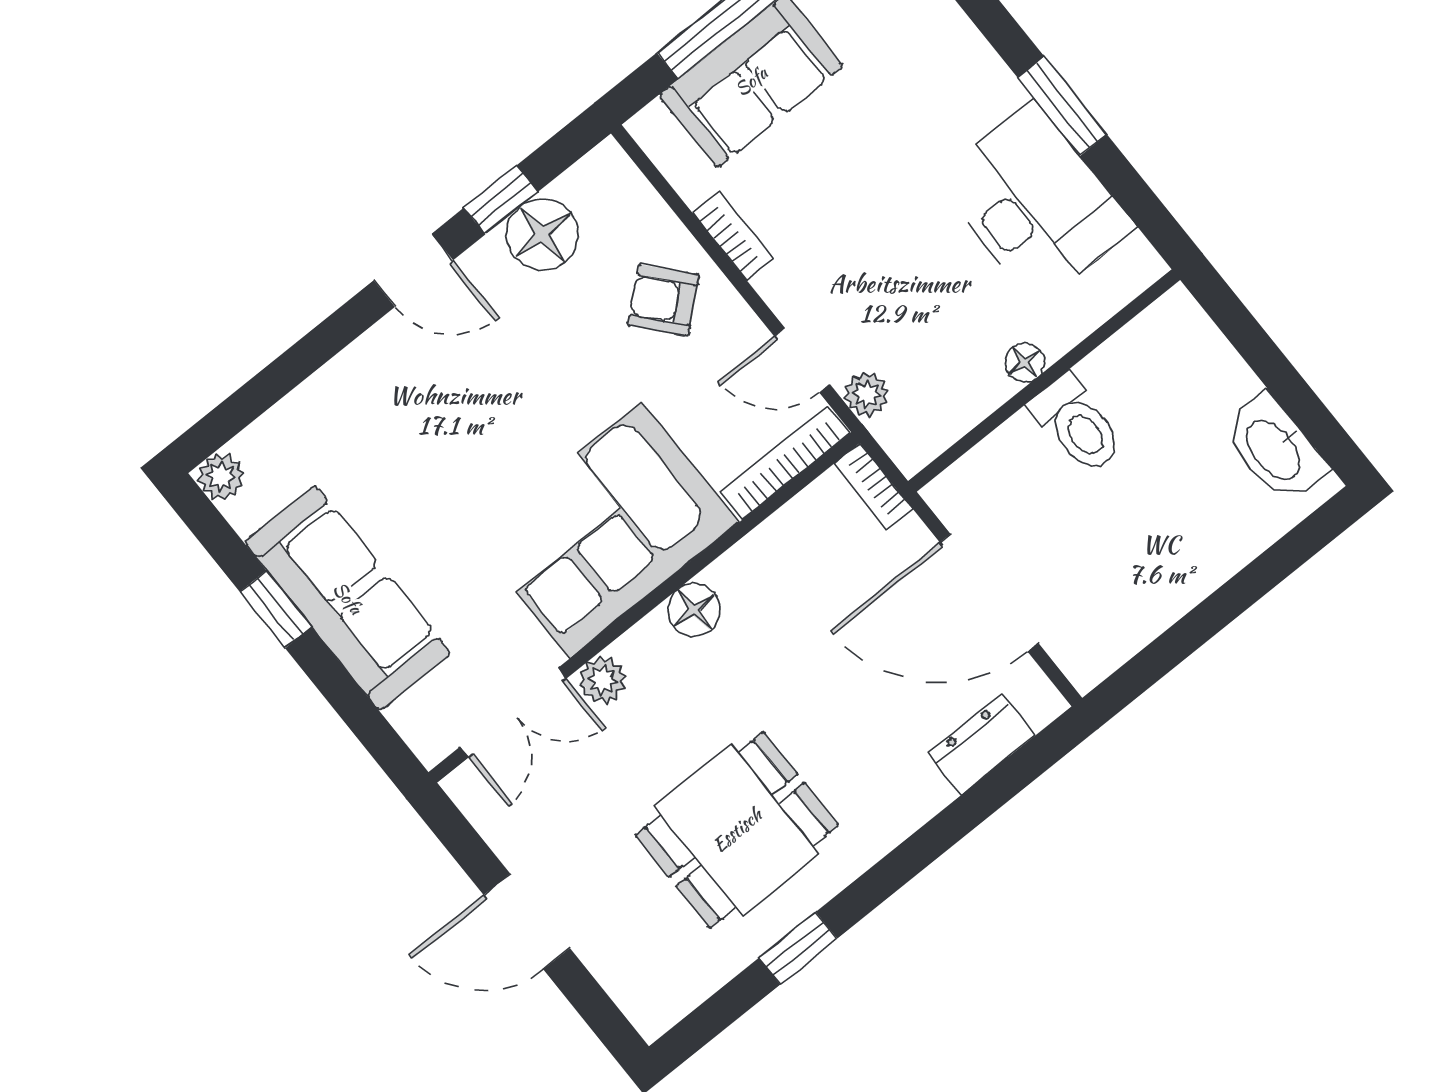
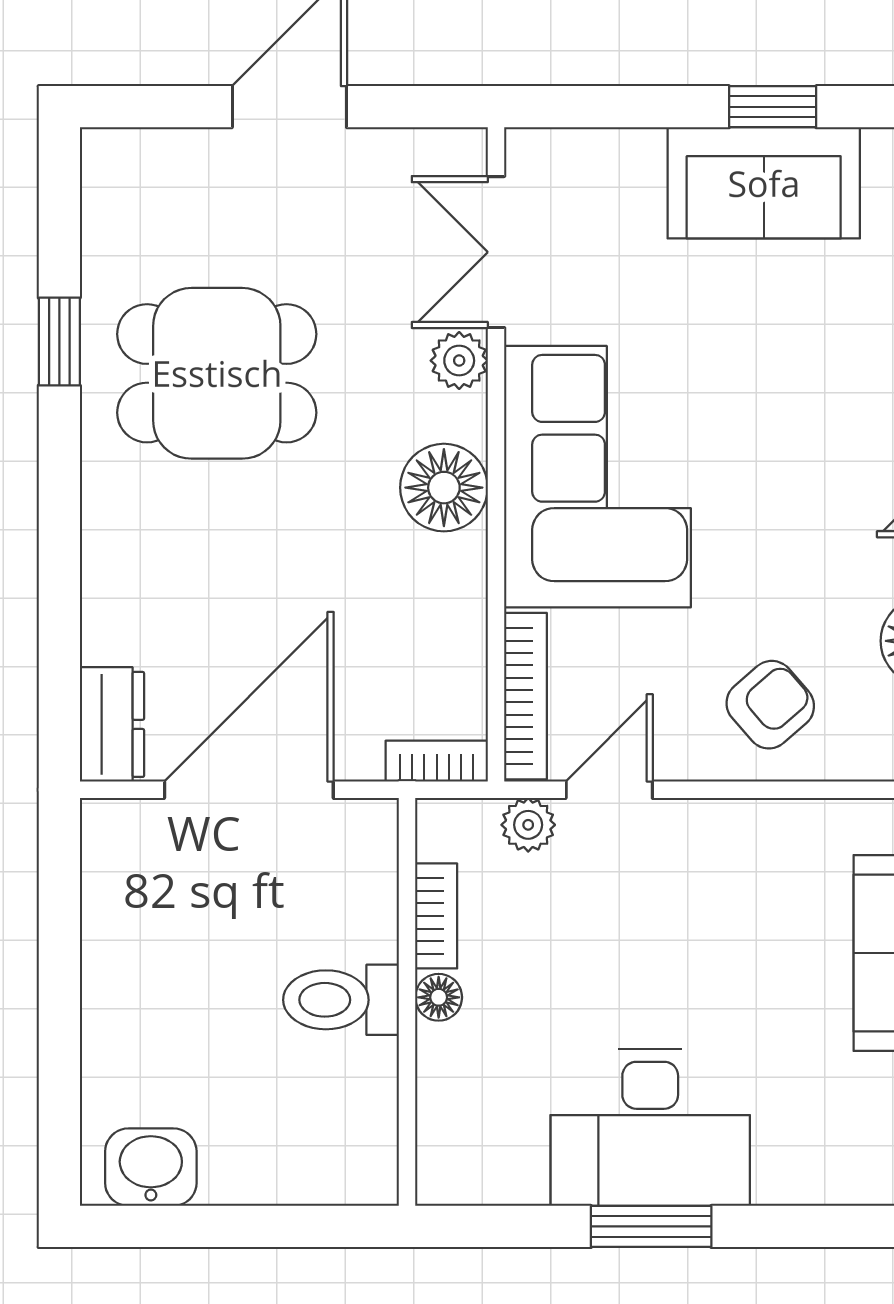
desk: (1035, 203) -> (650, 1128), moved
bookcase: (733, 236) -> (436, 916), moved, turned -90
washbasin: (1275, 449) -> (151, 1167), width x0.72
sofa: (348, 598) -> (764, 183), width x0.73
floor lamp: (694, 610) -> (444, 488), width x1.38, depth x1.38
dresser: (982, 745) -> (112, 724), moved
dining table: (737, 830) -> (217, 373), turned 90

